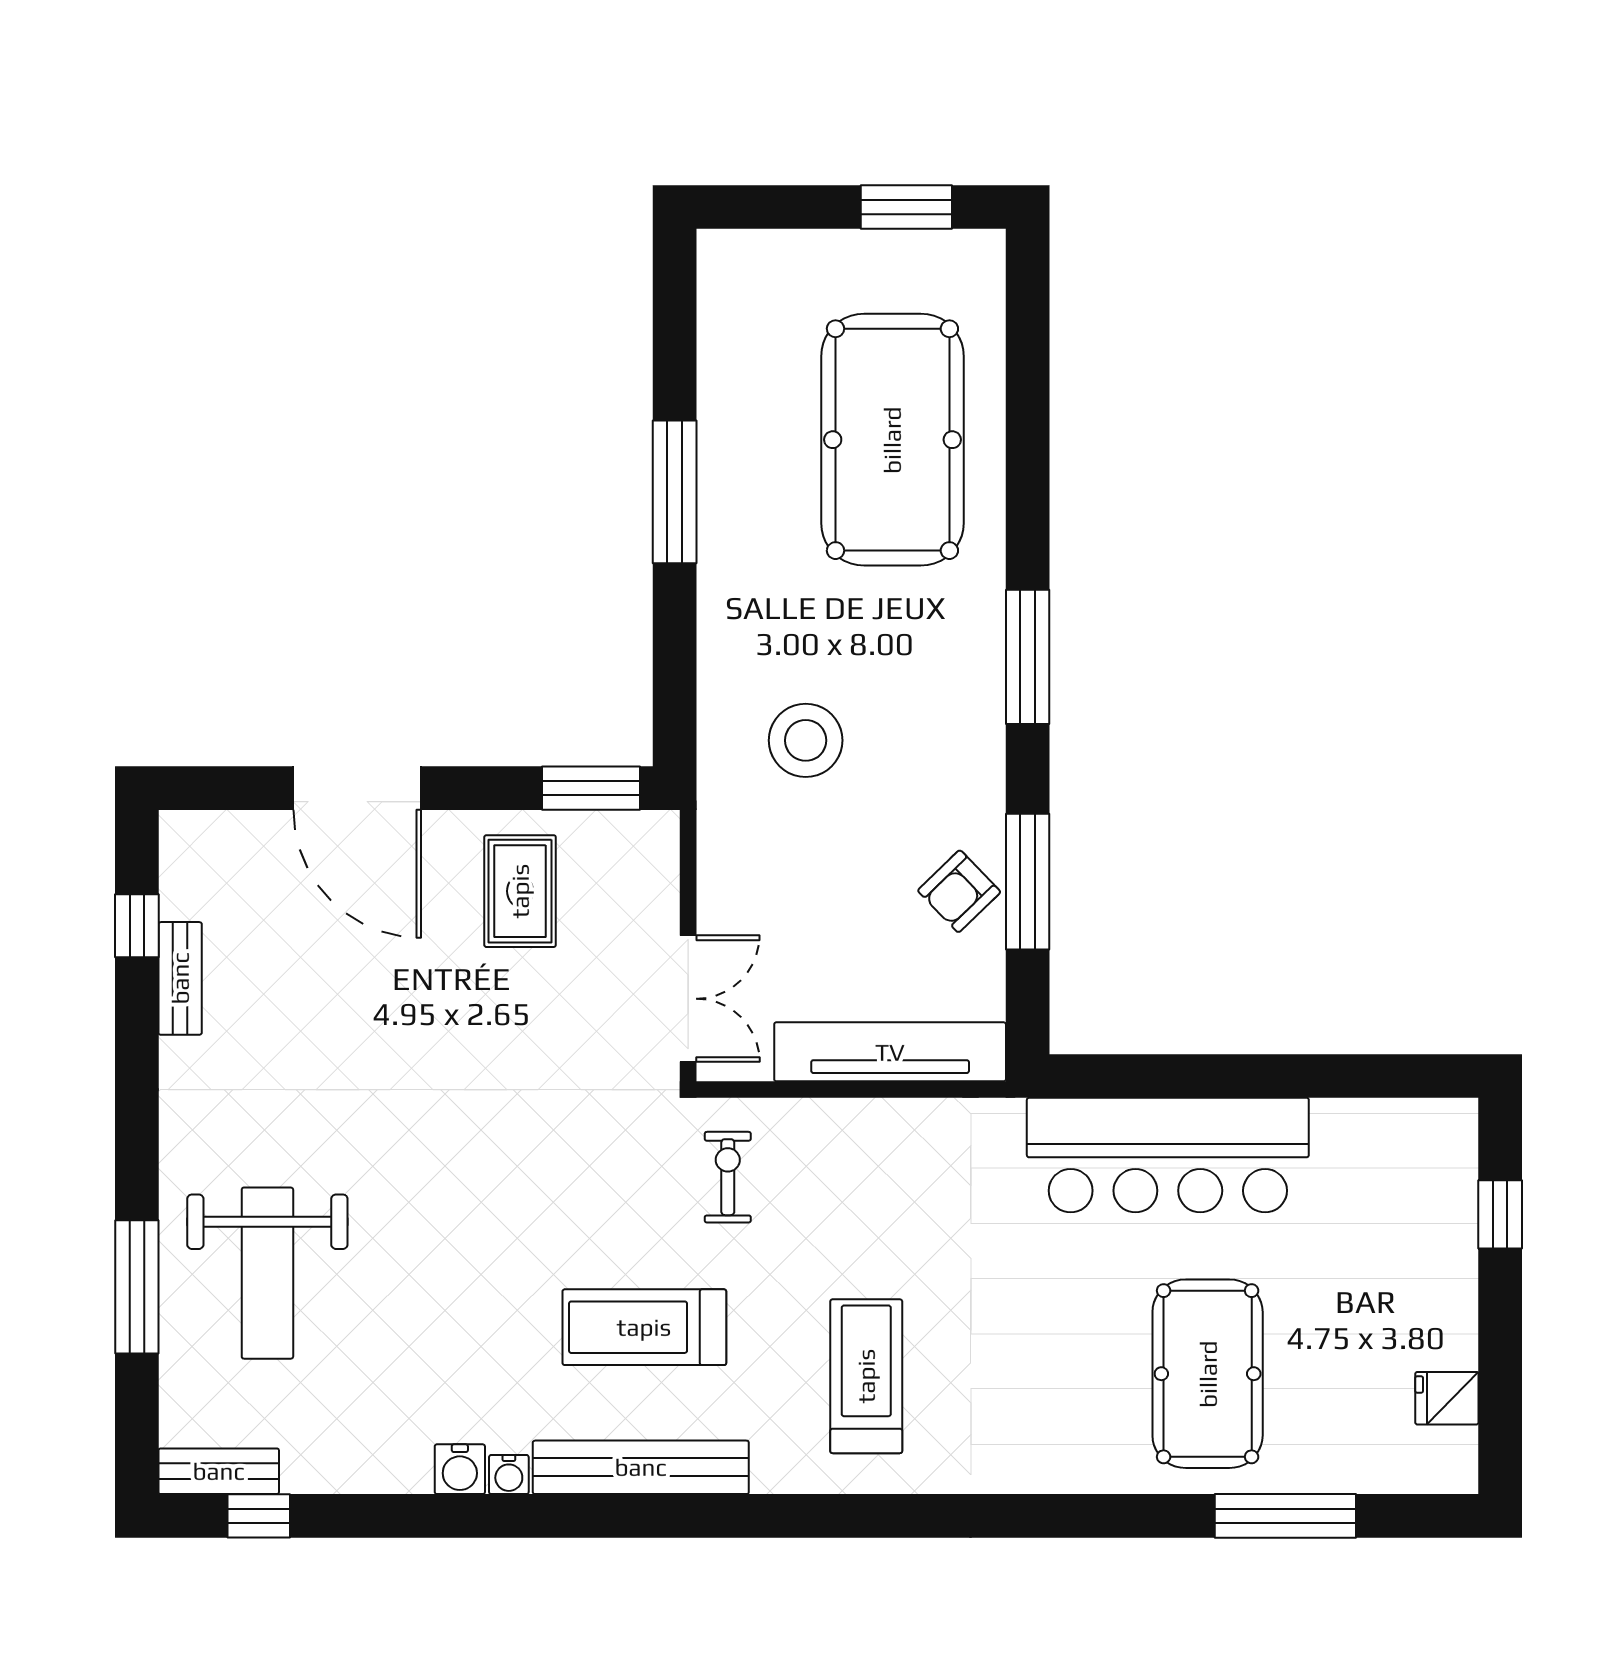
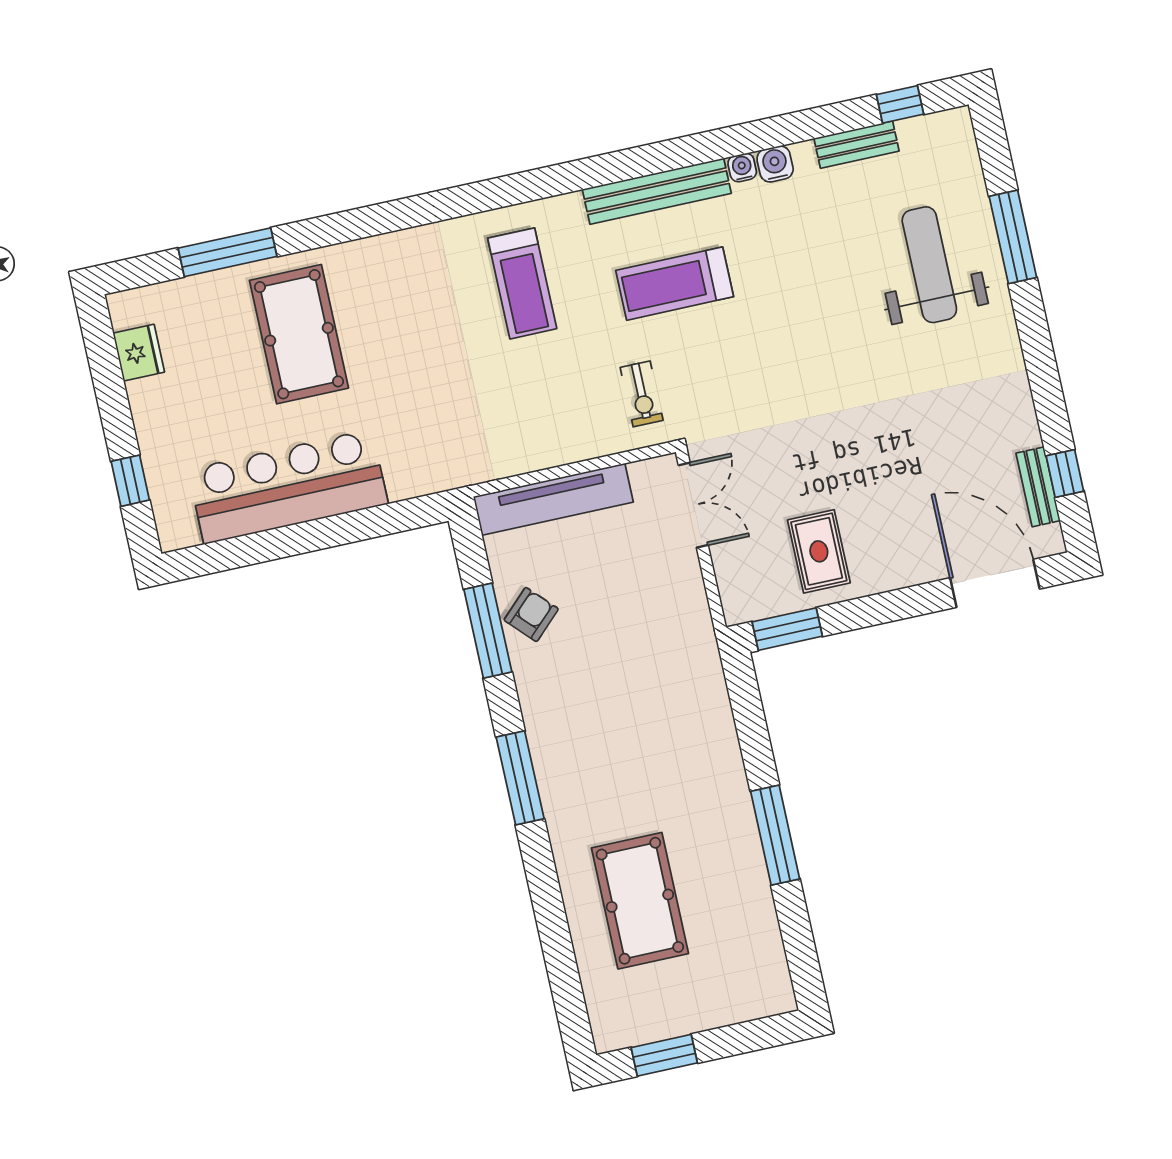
pool table: (892, 440) -> (640, 901), width x0.73, depth x0.76
stool: (806, 740) -> (653, 691), removed
door: (357, 788) -> (995, 583), moved
bench: (180, 978) -> (1038, 487), moved
double door: (688, 999) -> (693, 505), swing flipped
bar counter: (1168, 1155) -> (288, 487), moved
treadmill: (644, 1327) -> (675, 284), turned 180
fridge: (1447, 1398) -> (139, 353), width x1.38
bench: (219, 1471) -> (856, 145), moved

